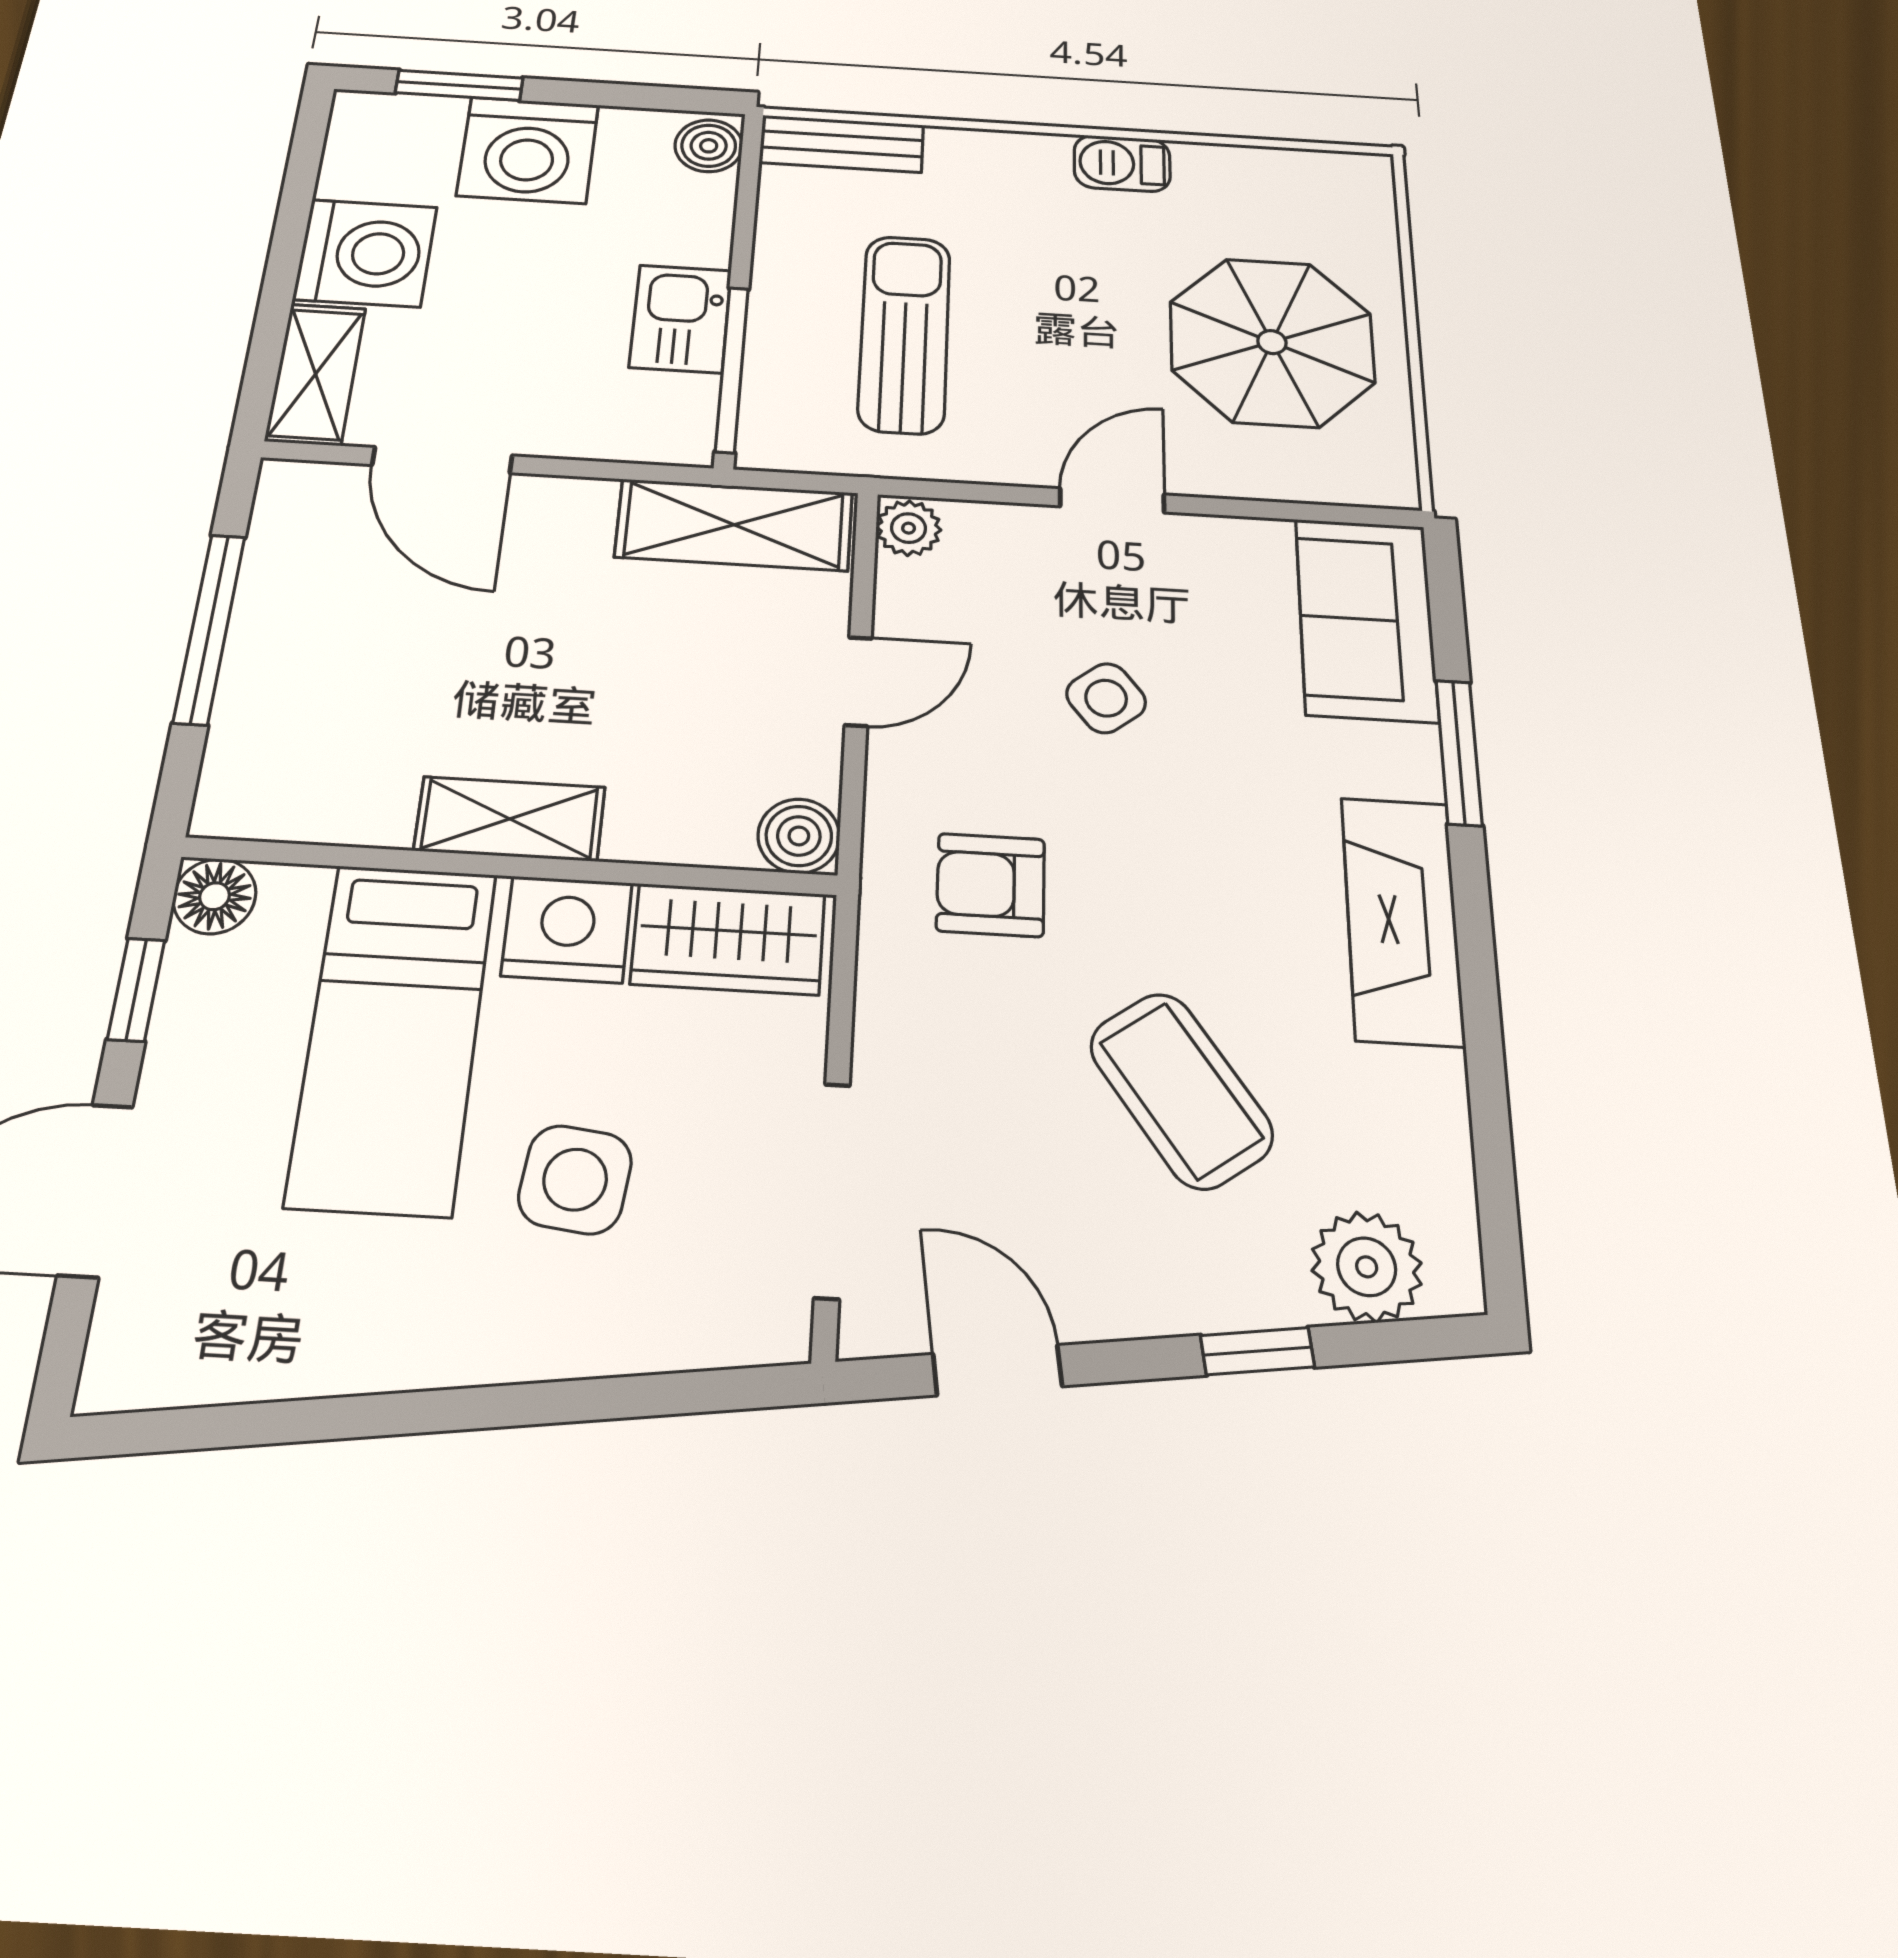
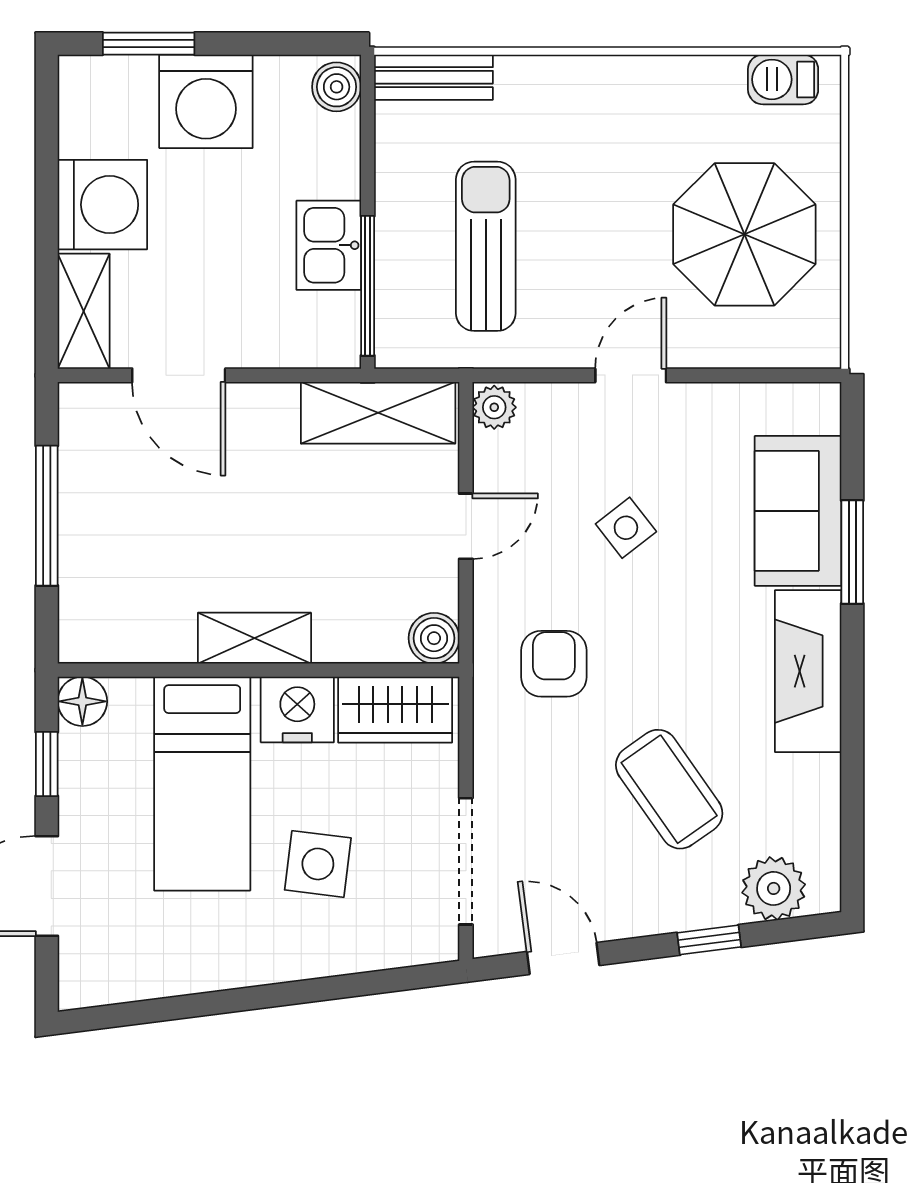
barbecue: (1122, 163) -> (783, 79), moved
sofa: (1366, 619) -> (798, 511), moved
armchair: (991, 885) -> (554, 664), turned 90

